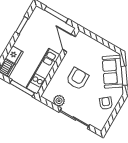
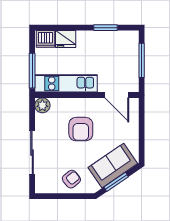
door: (69, 43) -> (117, 95), swing flipped
armchair: (77, 79) -> (81, 129), turned 90
plant: (59, 101) -> (42, 105), moved

